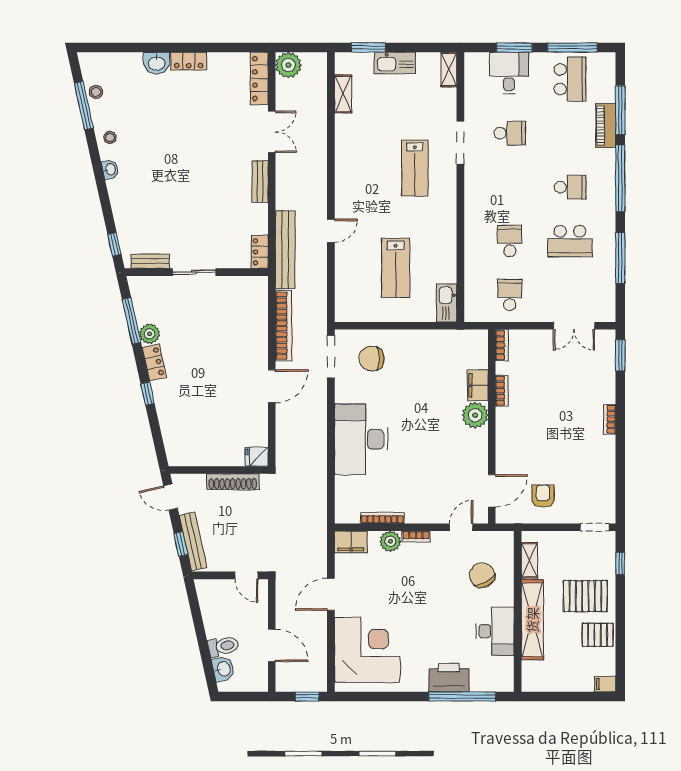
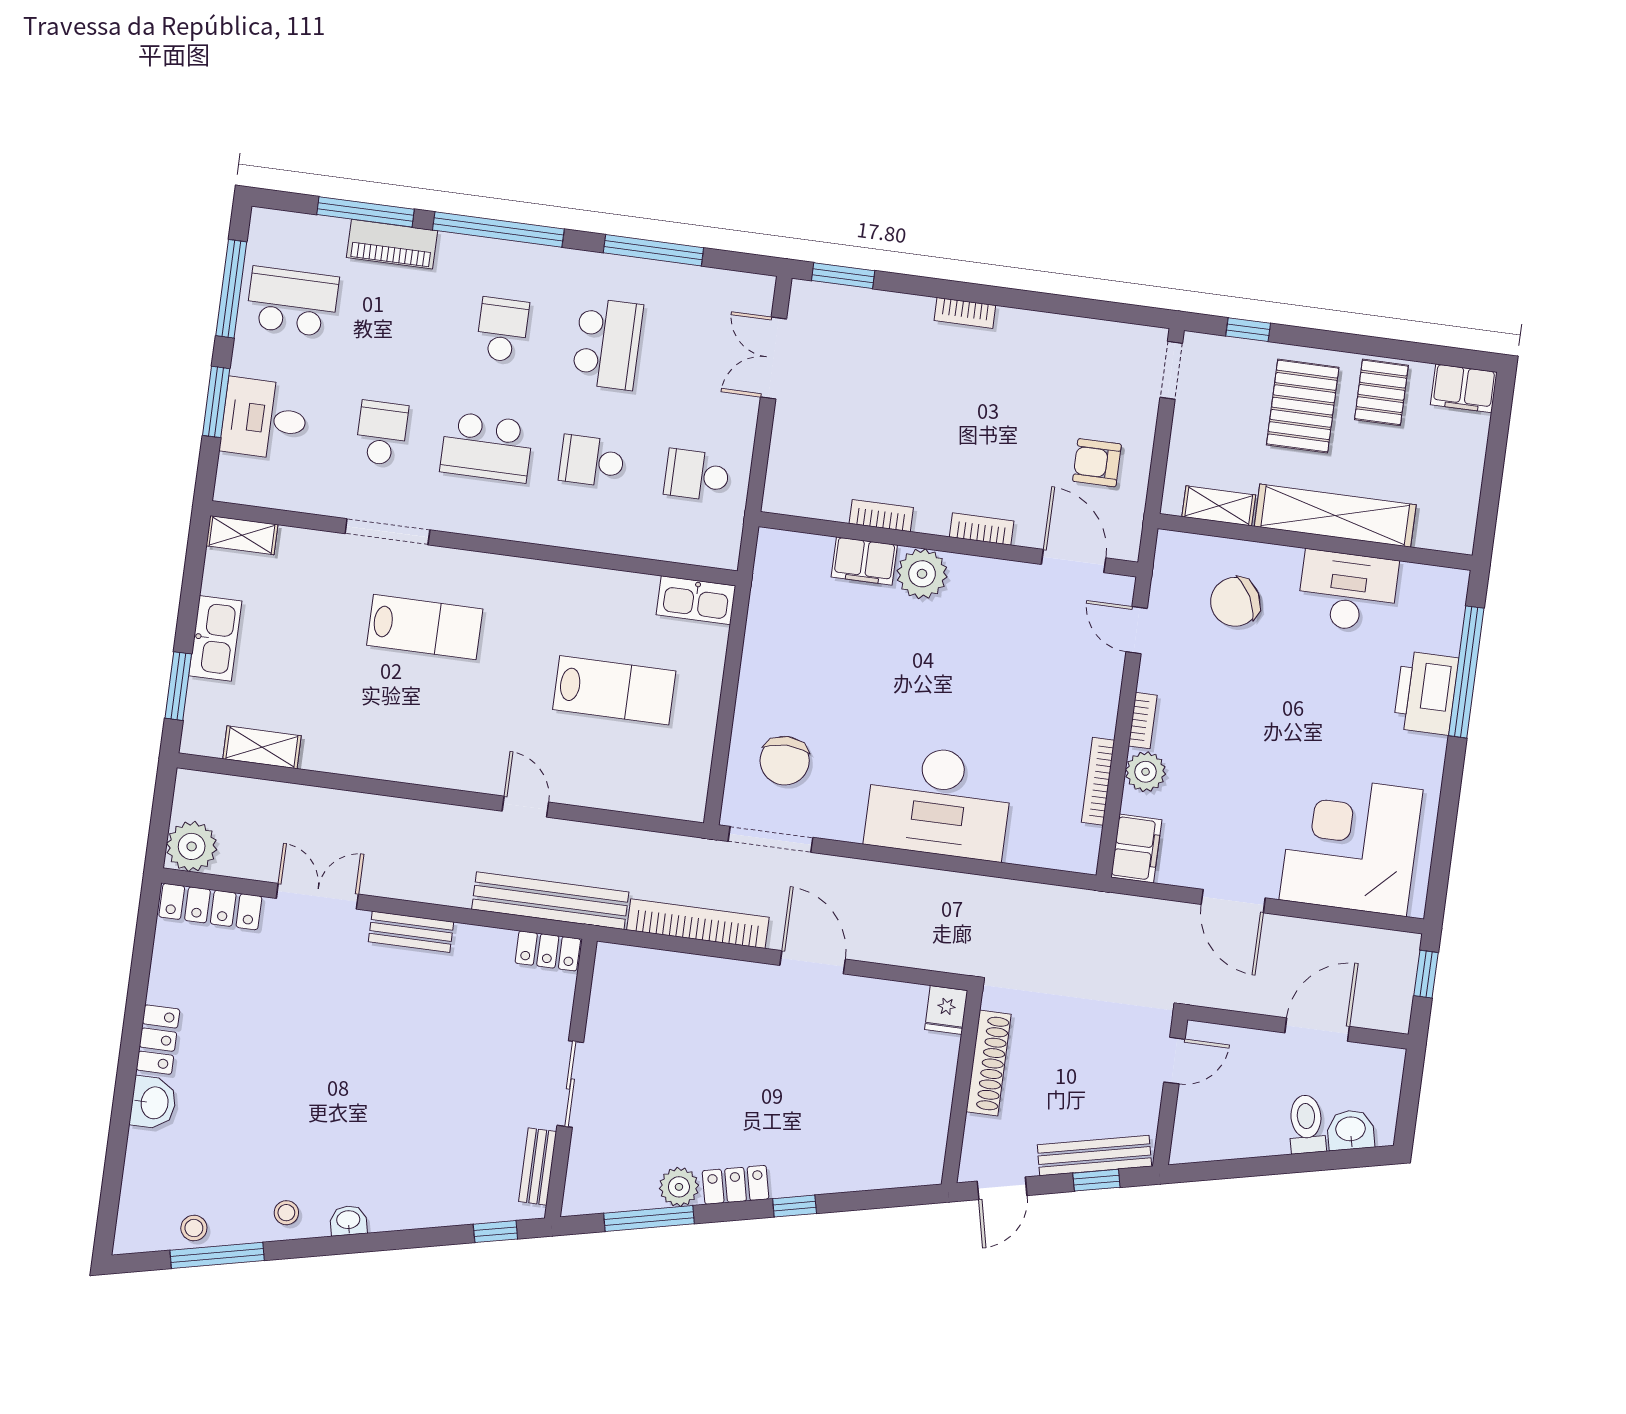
school desk: (510, 187) -> (487, 447), added
double door: (574, 326) -> (773, 358), swing flipped
bookcase: (502, 345) -> (982, 529), moved
filing cabinet: (605, 684) -> (1464, 388), width x2.00

